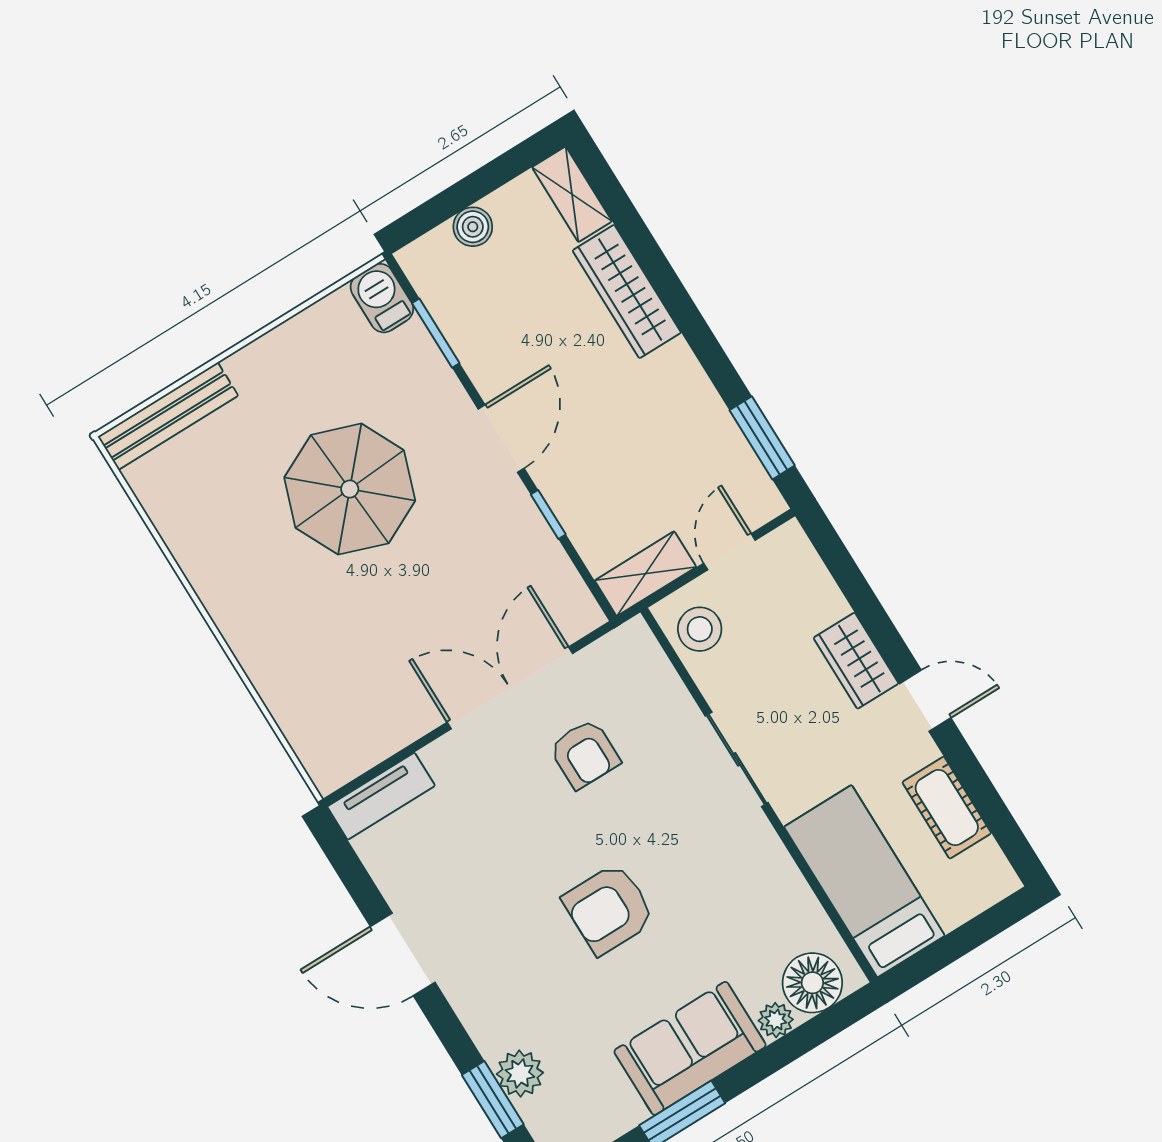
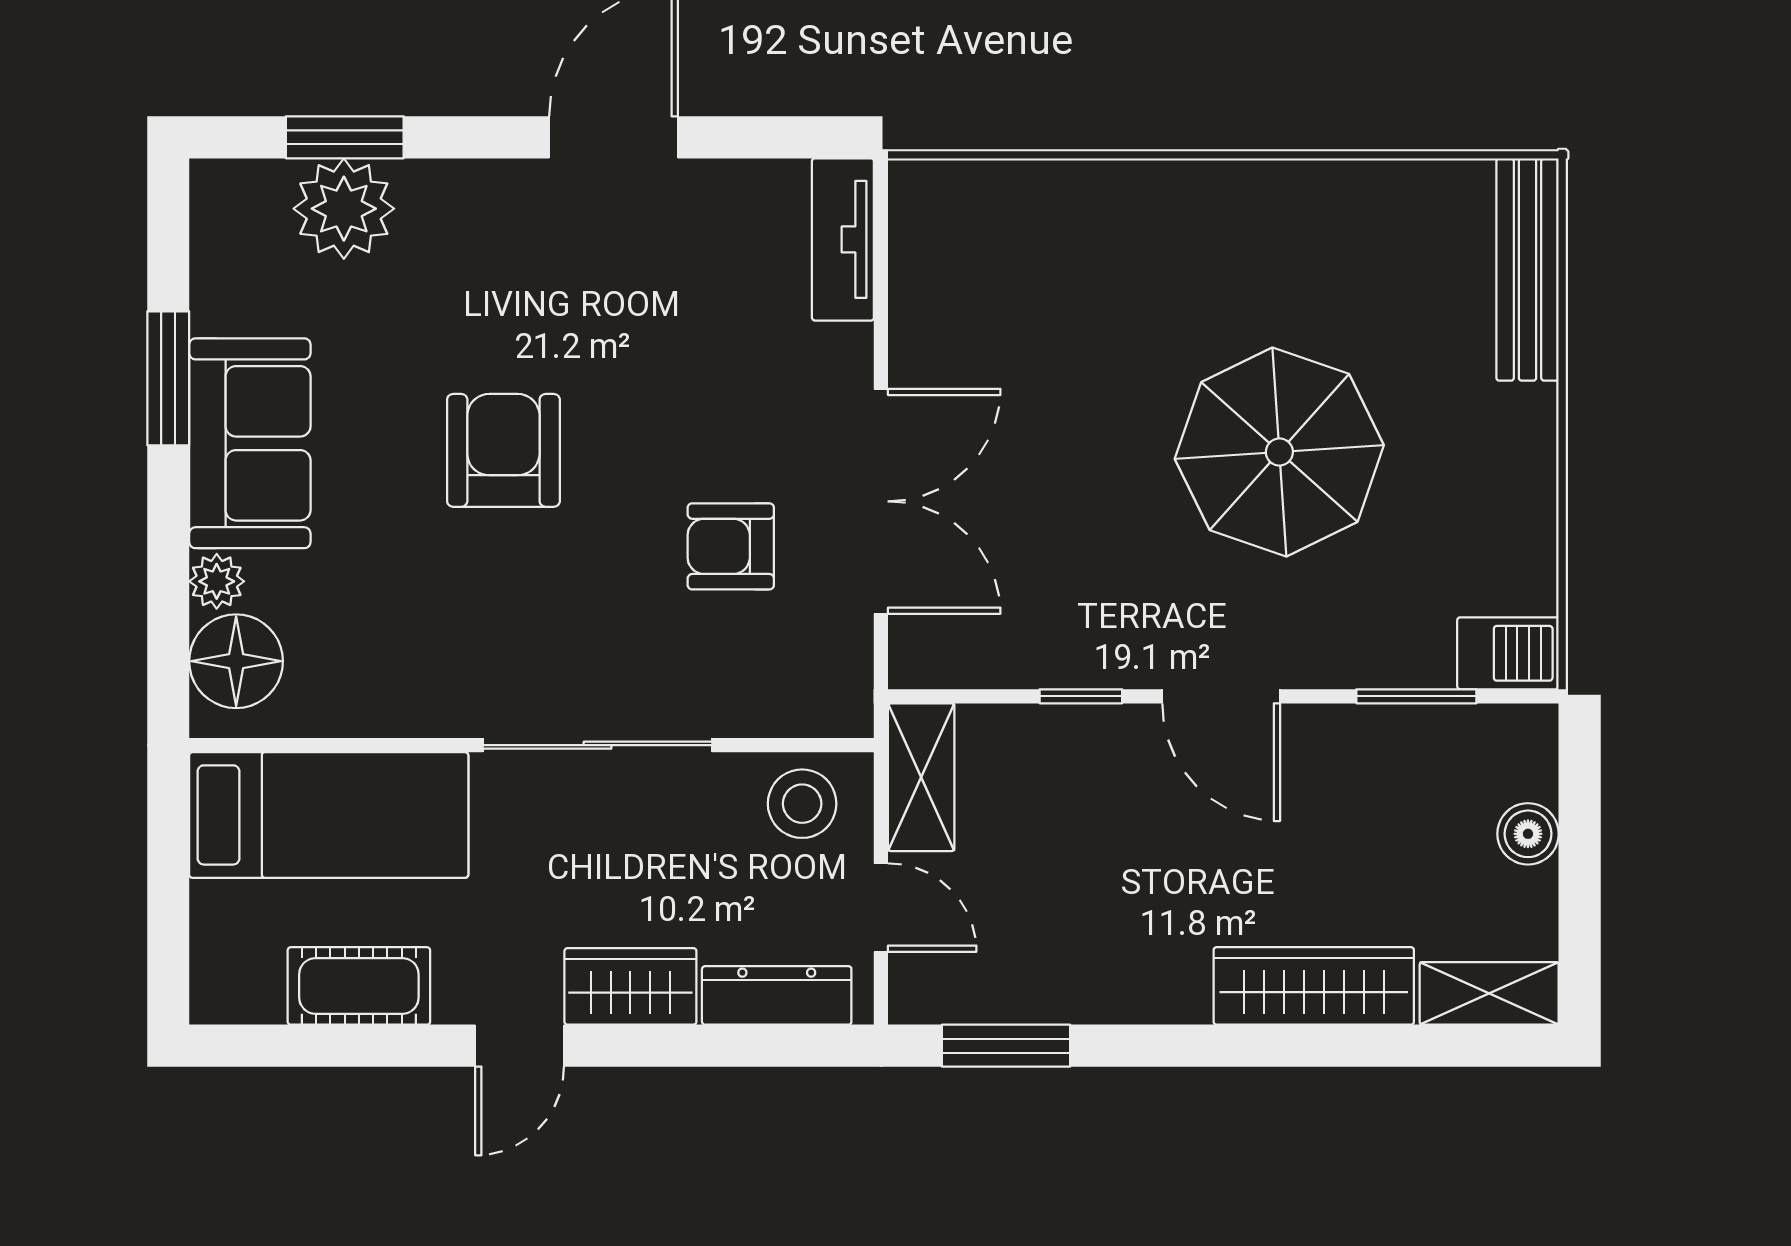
dresser: (812, 579) -> (777, 995), added
sliding door: (737, 759) -> (598, 745), width x1.37
plant: (520, 1073) -> (344, 209), width x1.36, depth x1.36

